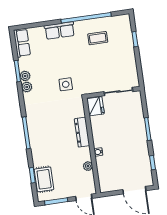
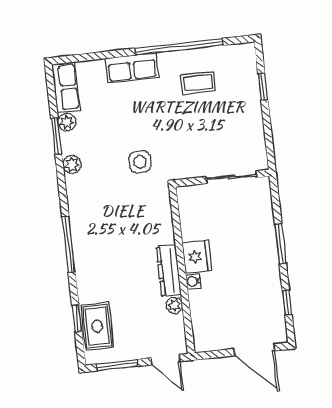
plant: (25, 76) -> (67, 122), moved
fridge: (95, 106) -> (197, 257), moved
dresser: (82, 132) -> (169, 271), moved

